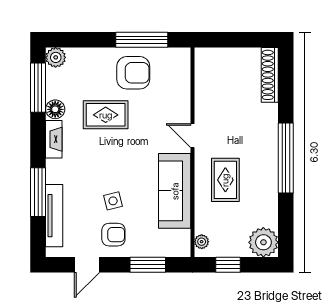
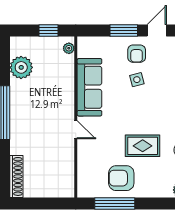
rug: (225, 180) -> (50, 96), removed
armchair: (113, 235) -> (137, 54), turned -90
plant: (263, 242) -> (21, 67), moved
window: (148, 265) -> (124, 31), moved

